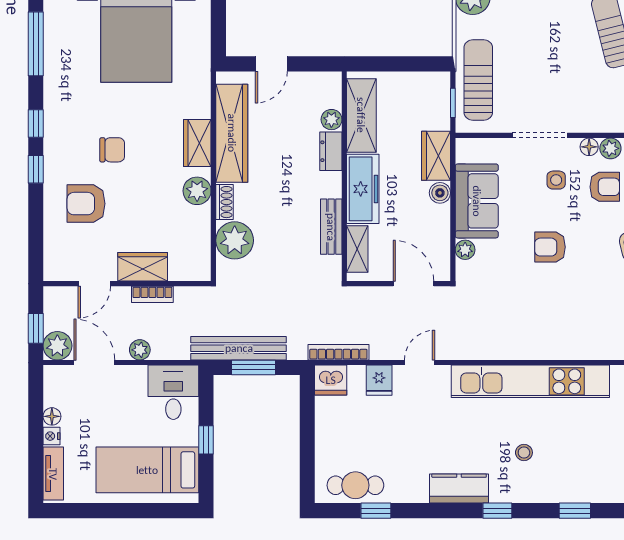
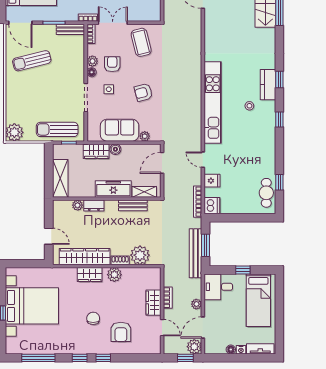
shelving: (361, 115) -> (60, 178), moved, turned 90
armchair: (550, 247) -> (143, 92), turned 75
kitchen counter: (459, 489) -> (268, 85), moved

